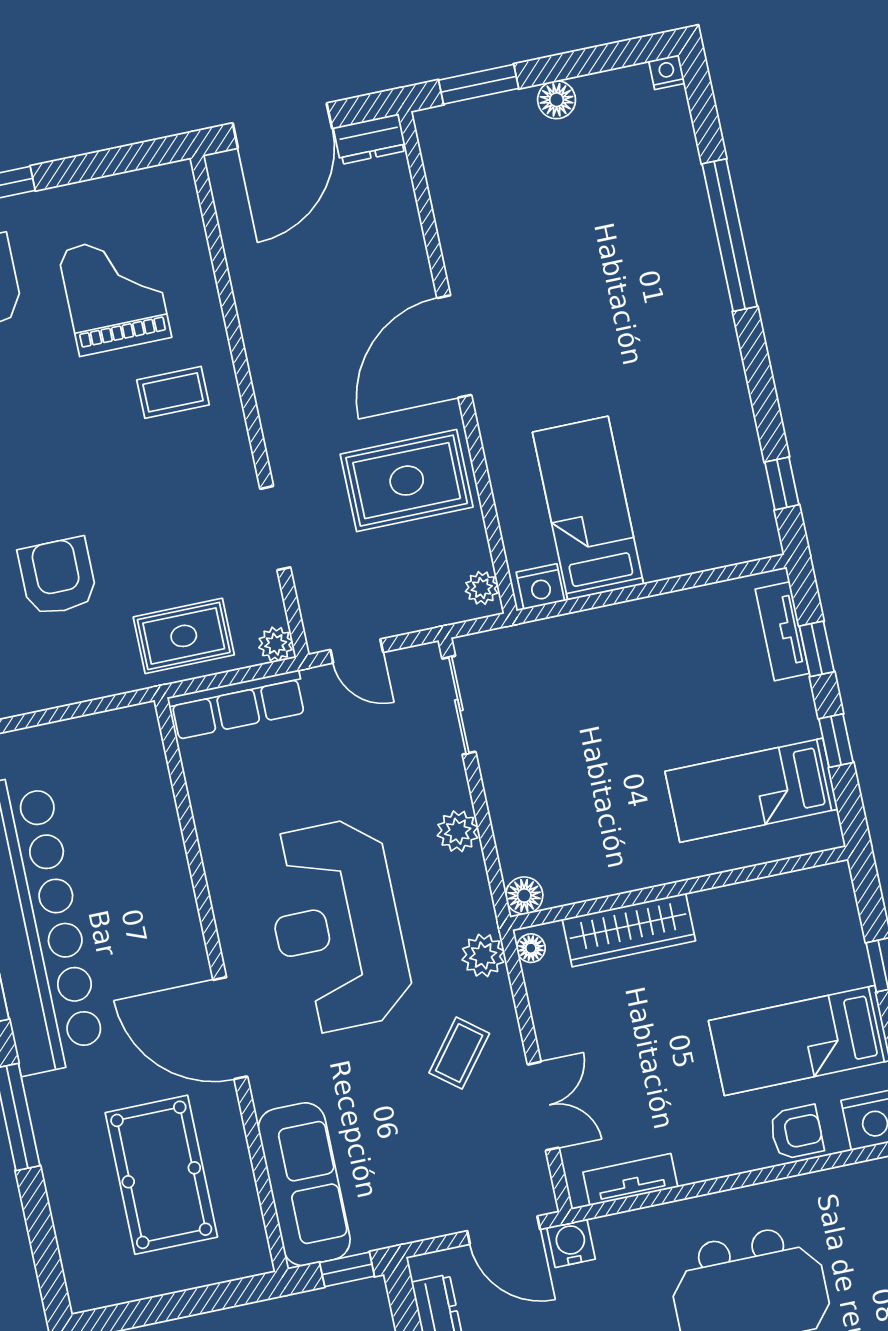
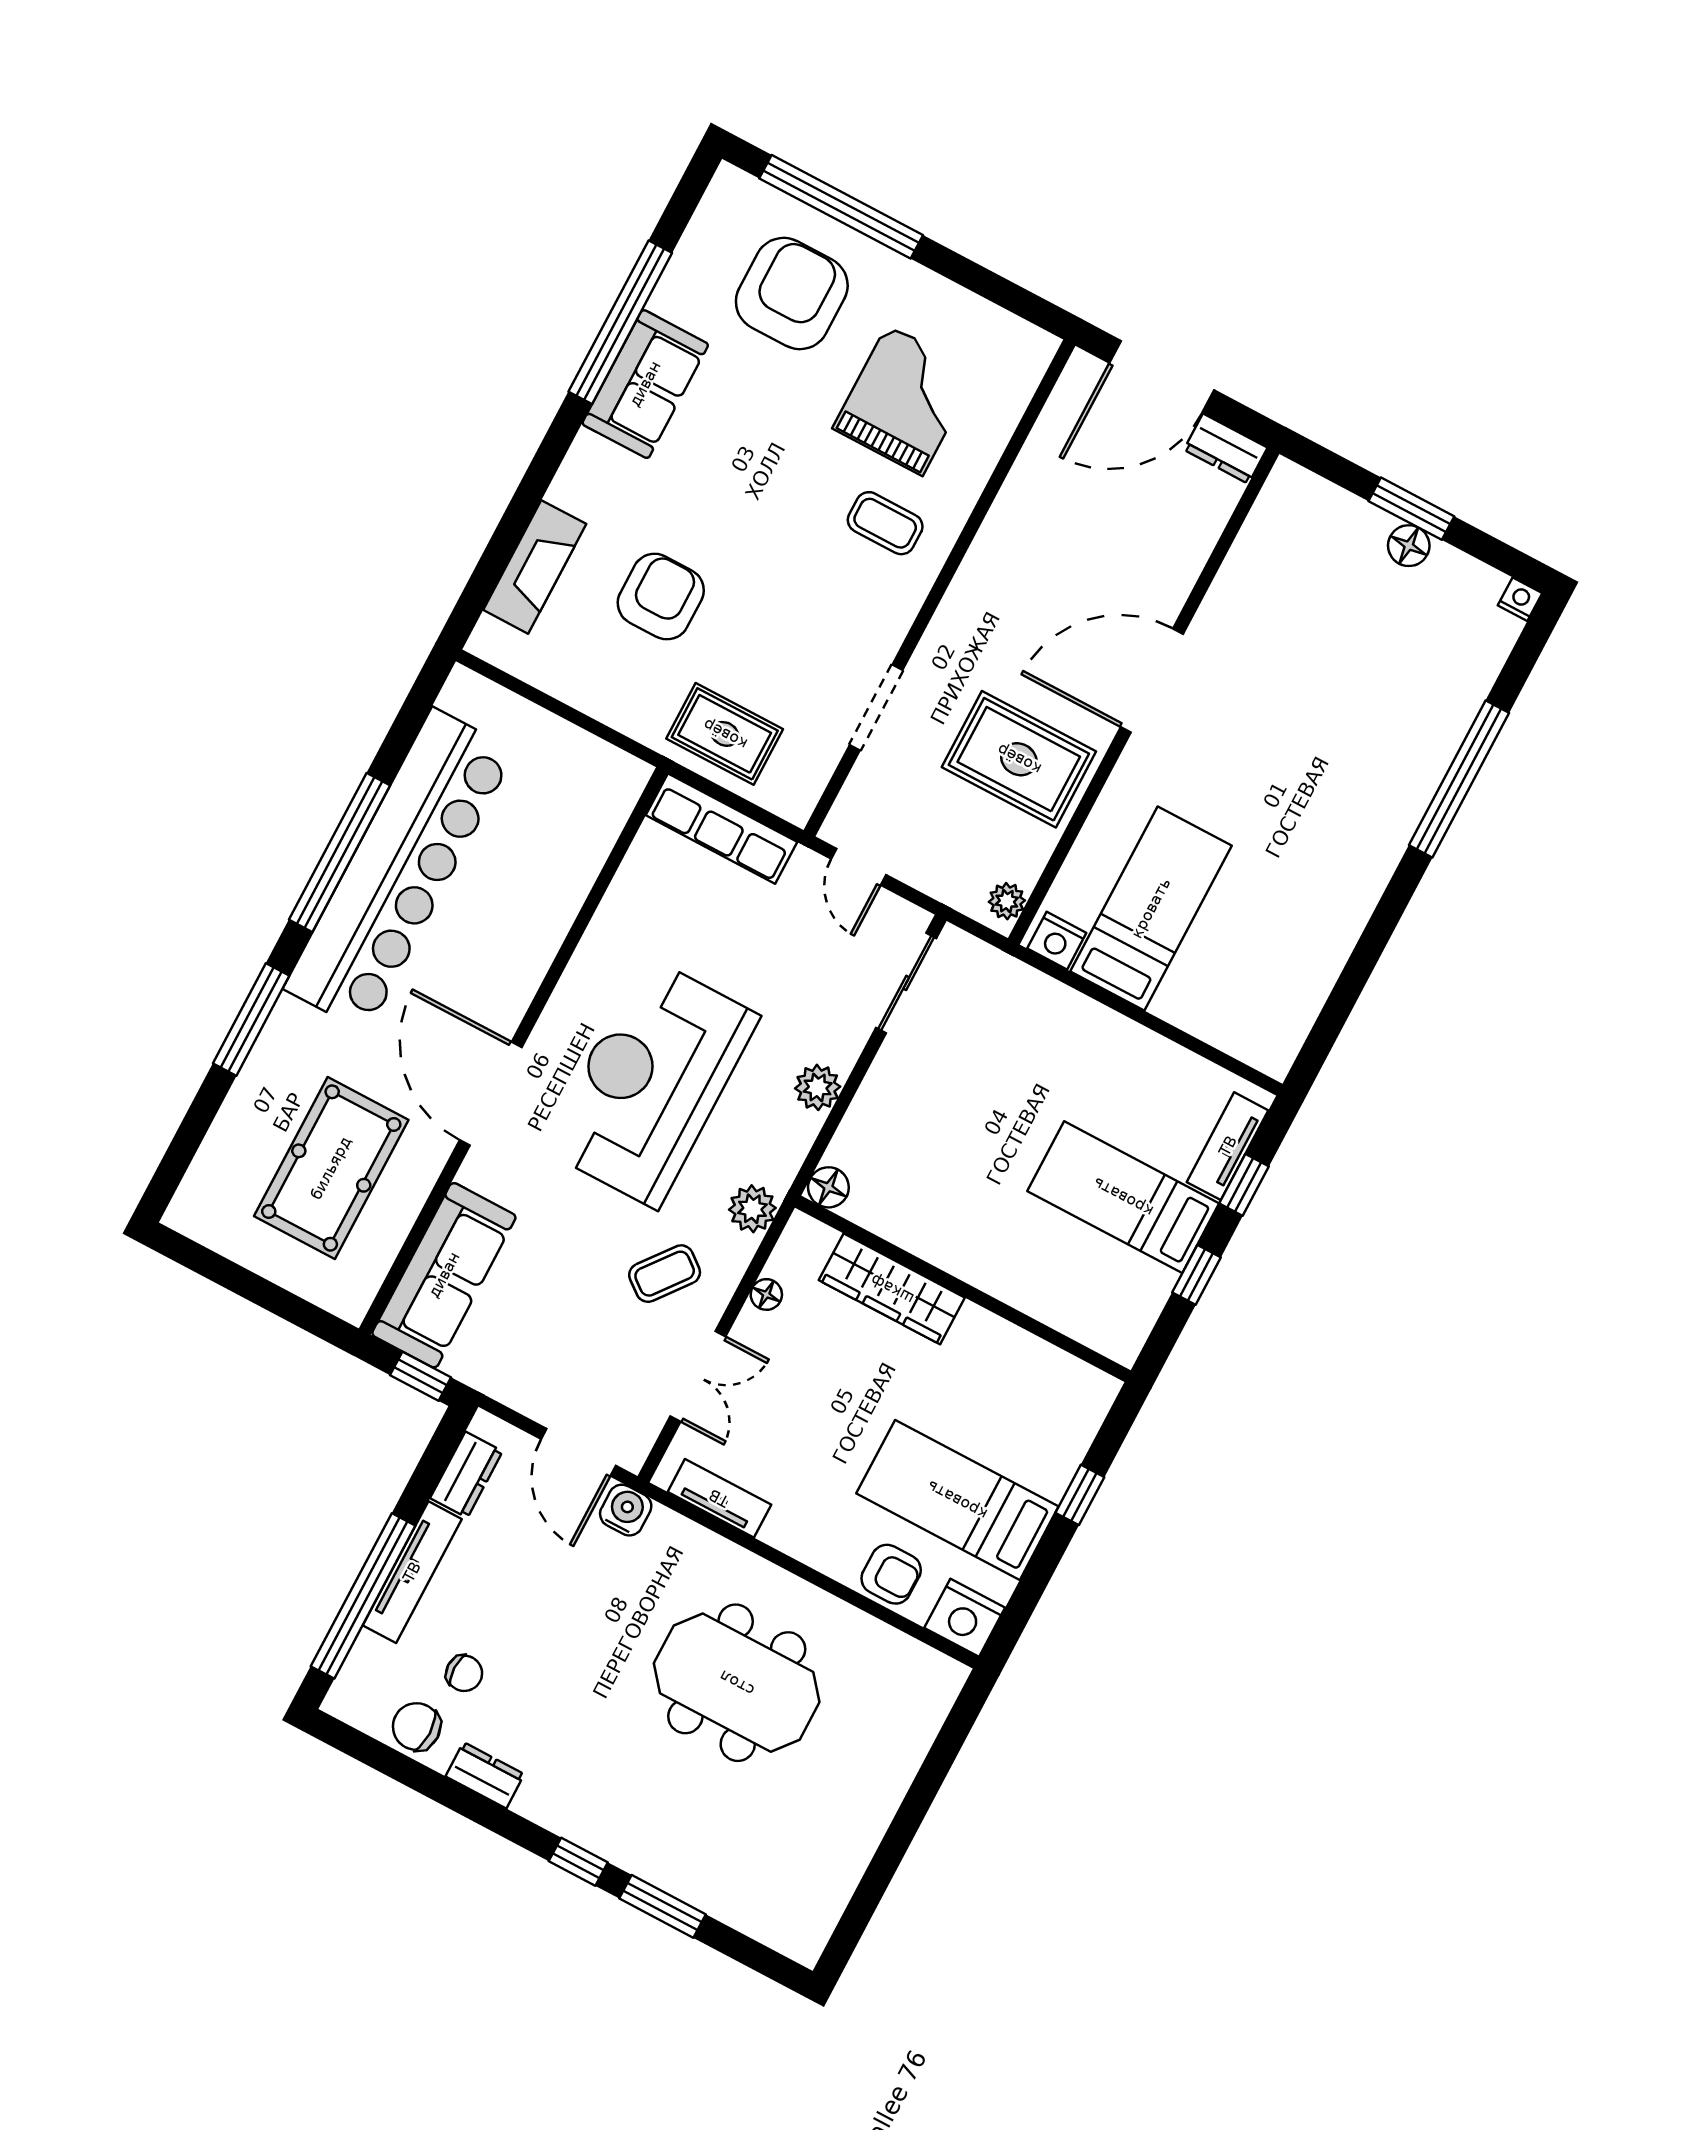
window: (479, 84) -> (1411, 509), moved
window: (782, 483) -> (1330, 1023), removed
plant: (276, 644) -> (796, 805), removed
bed: (751, 790) -> (1123, 1197), moved
floor lamp: (531, 948) -> (766, 1294), moved

